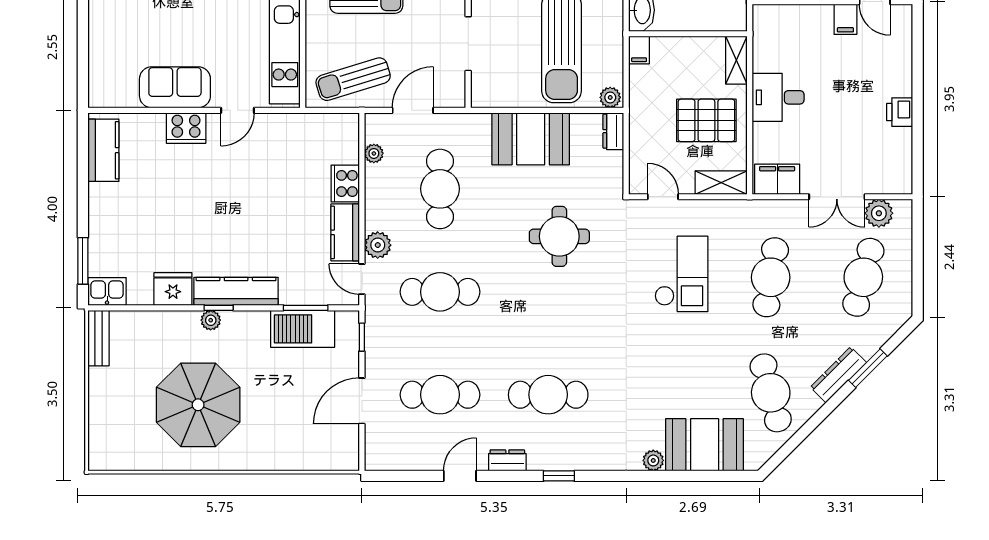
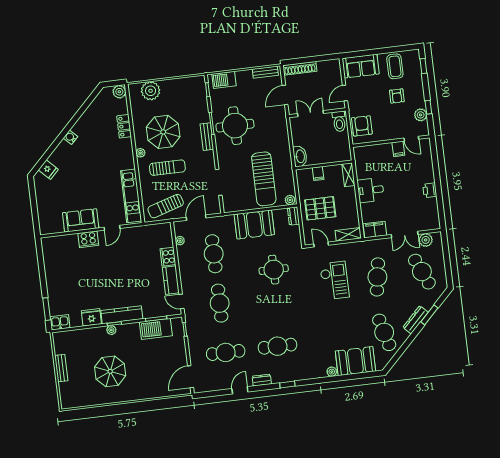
filing cabinet: (639, 50) -> (318, 174), moved
pallet: (706, 120) -> (320, 208), moved
kitchen counter: (103, 150) -> (50, 255), removed
plant: (378, 245) -> (187, 284), removed
cafe table: (863, 277) -> (422, 272), turned -39
cafe table: (440, 292) -> (220, 303), turned 90
bench: (98, 338) -> (61, 368), moved
door: (362, 401) -> (191, 377), moved
parasol: (198, 405) -> (110, 371), width x0.73, depth x0.73

